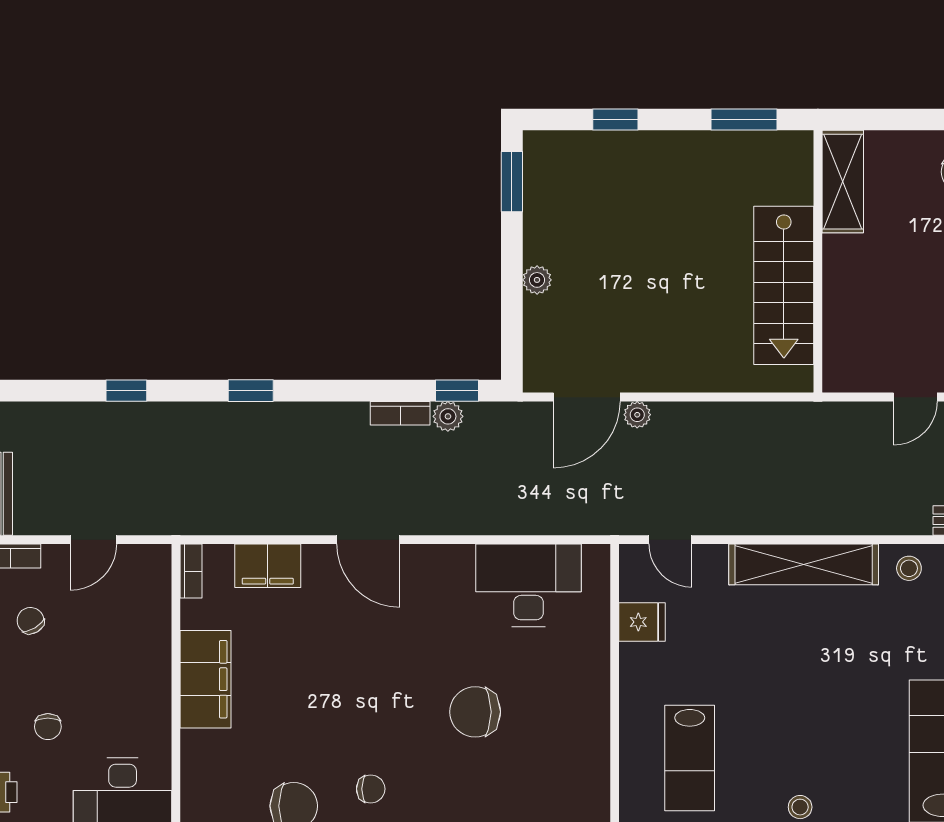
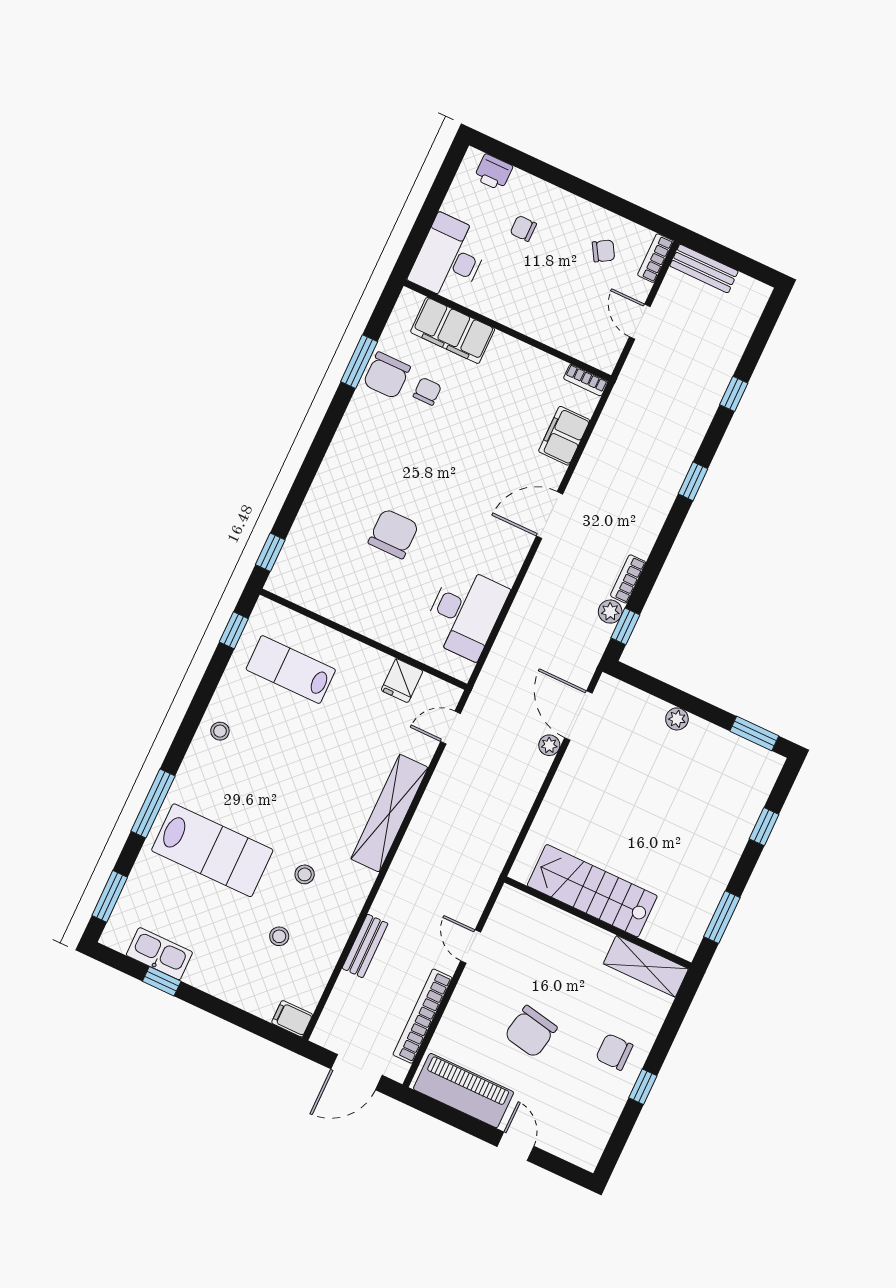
stool: (909, 568) -> (305, 874), moved
filing cabinet: (205, 679) -> (453, 330), moved
chair: (371, 789) -> (427, 391), moved, turned 180

